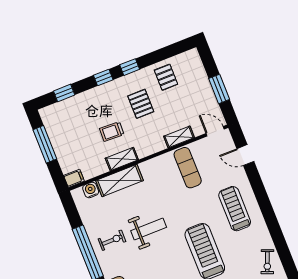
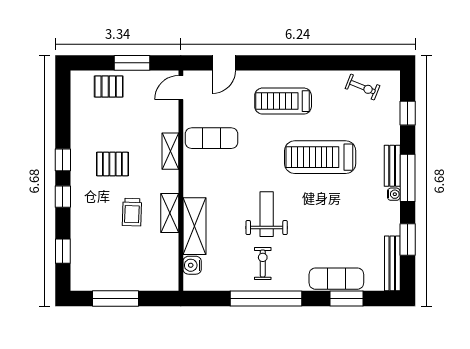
pallet: (166, 77) -> (109, 87), moved
shelving: (179, 137) -> (170, 151), moved
filing cabinet: (74, 178) -> (170, 280), removed

